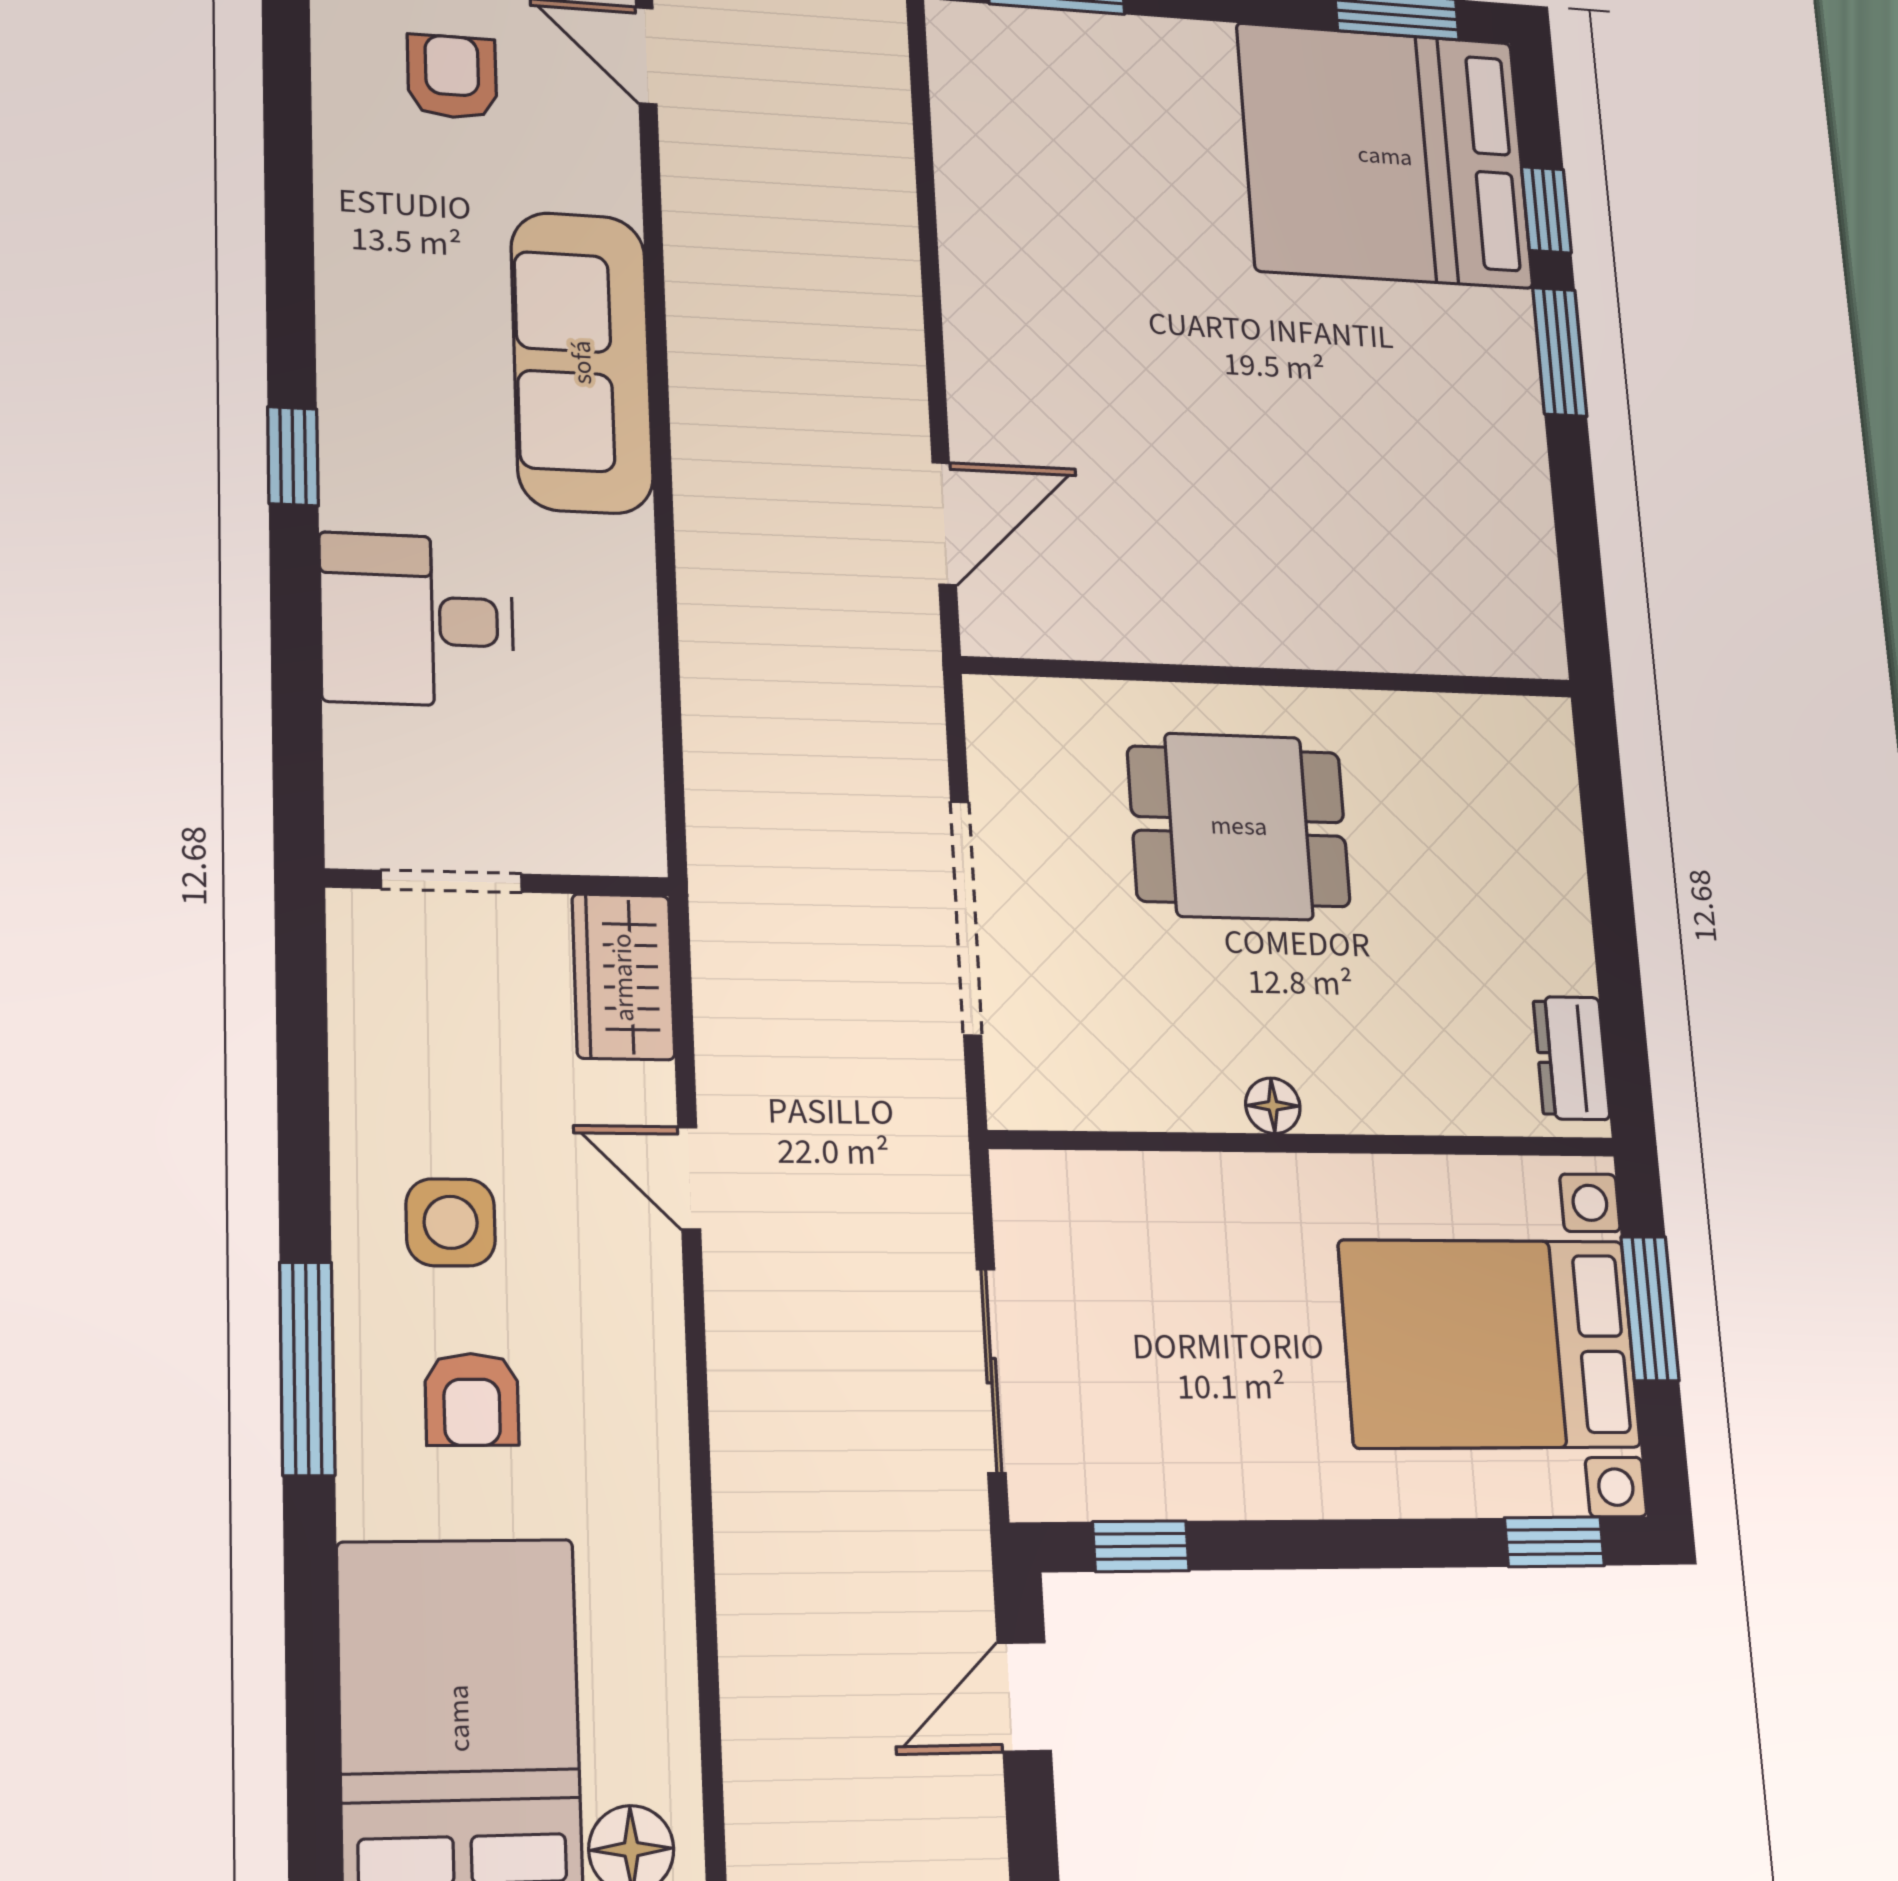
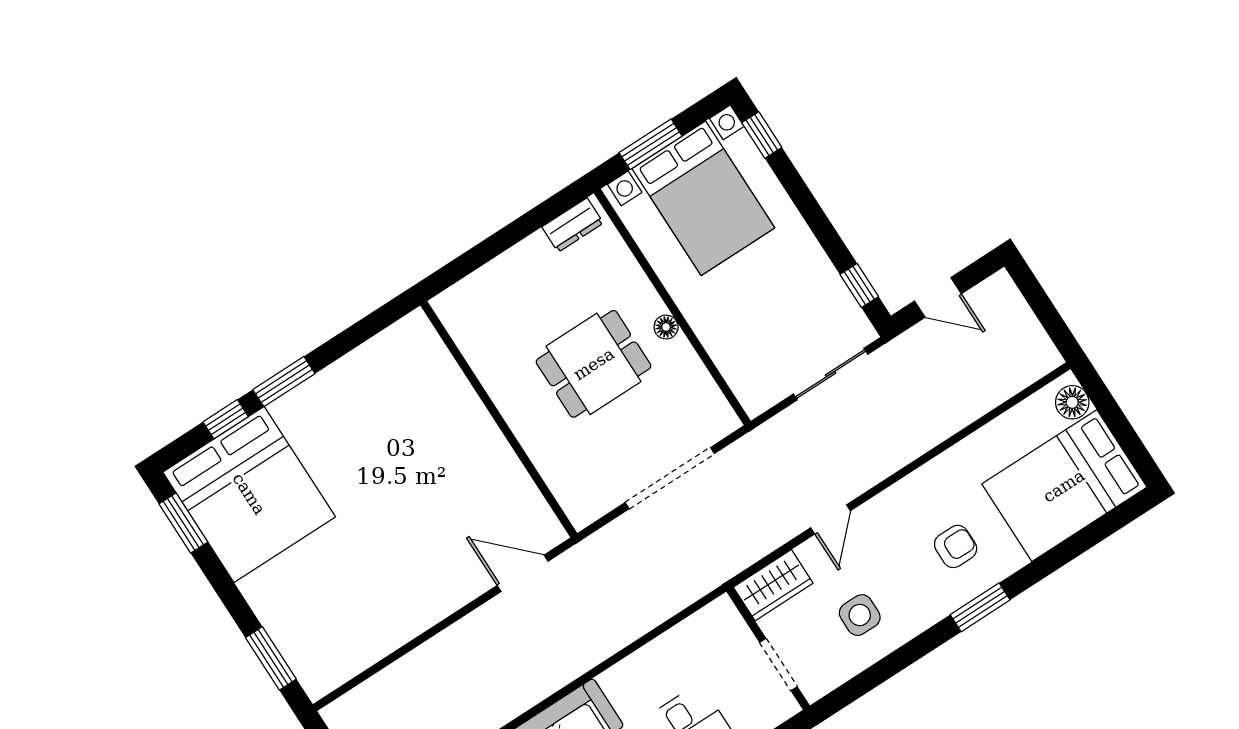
dining table: (1239, 826) -> (594, 364), moved, turned 90
side table: (451, 1222) -> (860, 615), moved
window: (307, 1368) -> (980, 607), width x0.69

